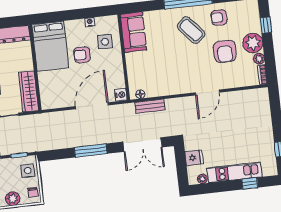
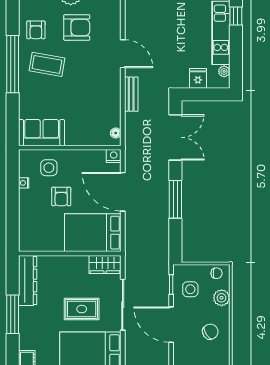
coffee table: (191, 30) -> (47, 64), turned 51
bed: (50, 46) -> (93, 233), moved, turned 180
wardrobe: (29, 91) -> (105, 264), width x0.67
bench: (150, 106) -> (131, 94), moved
side table: (28, 171) -> (190, 289), moved

